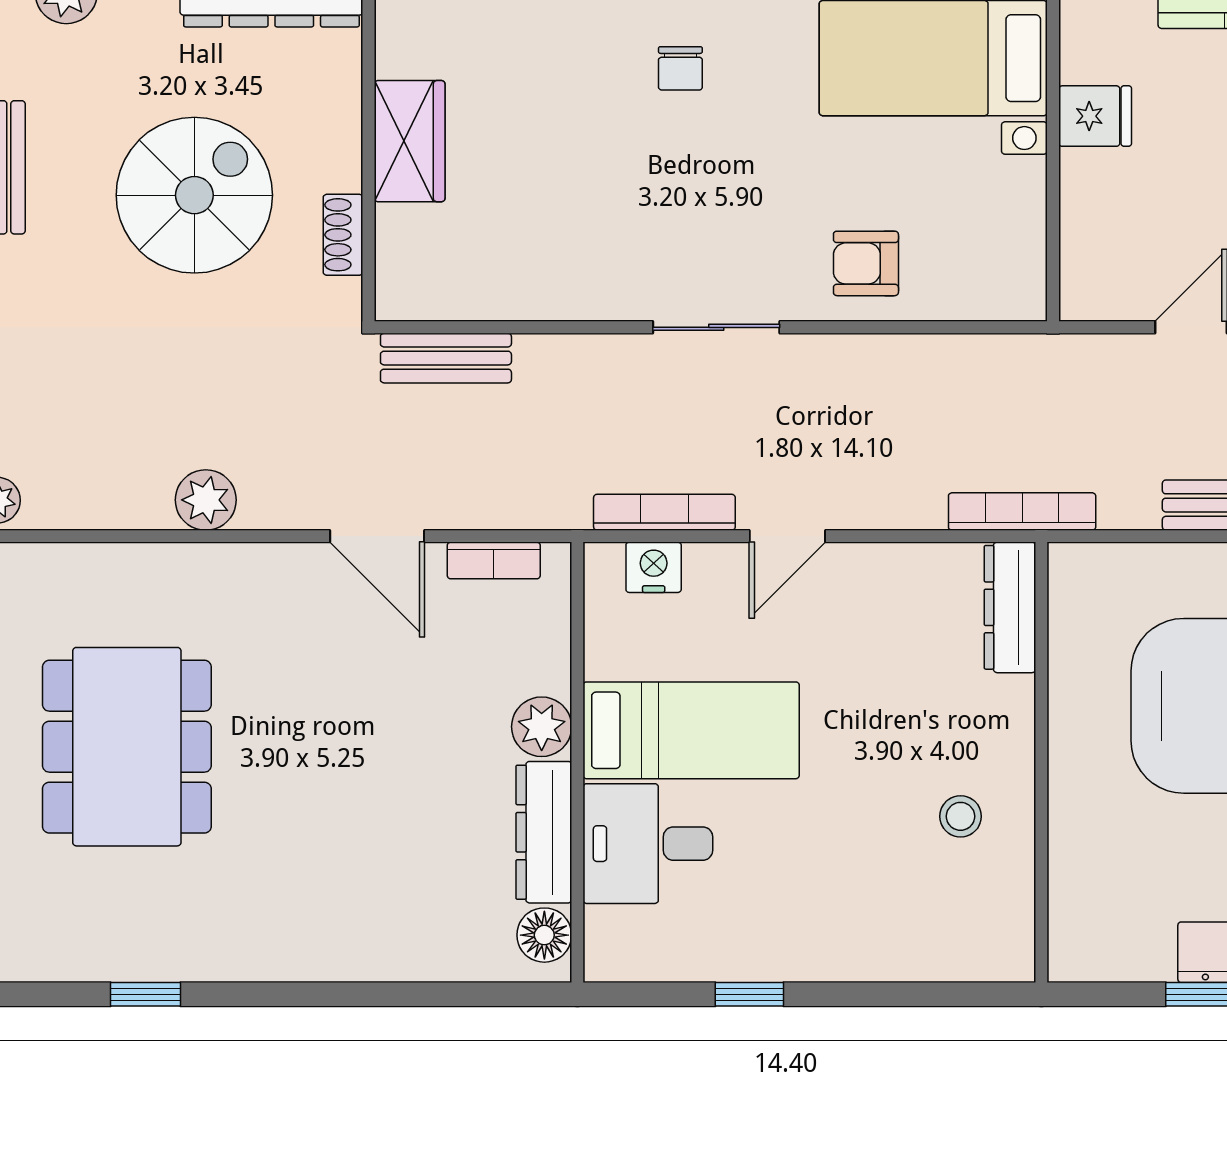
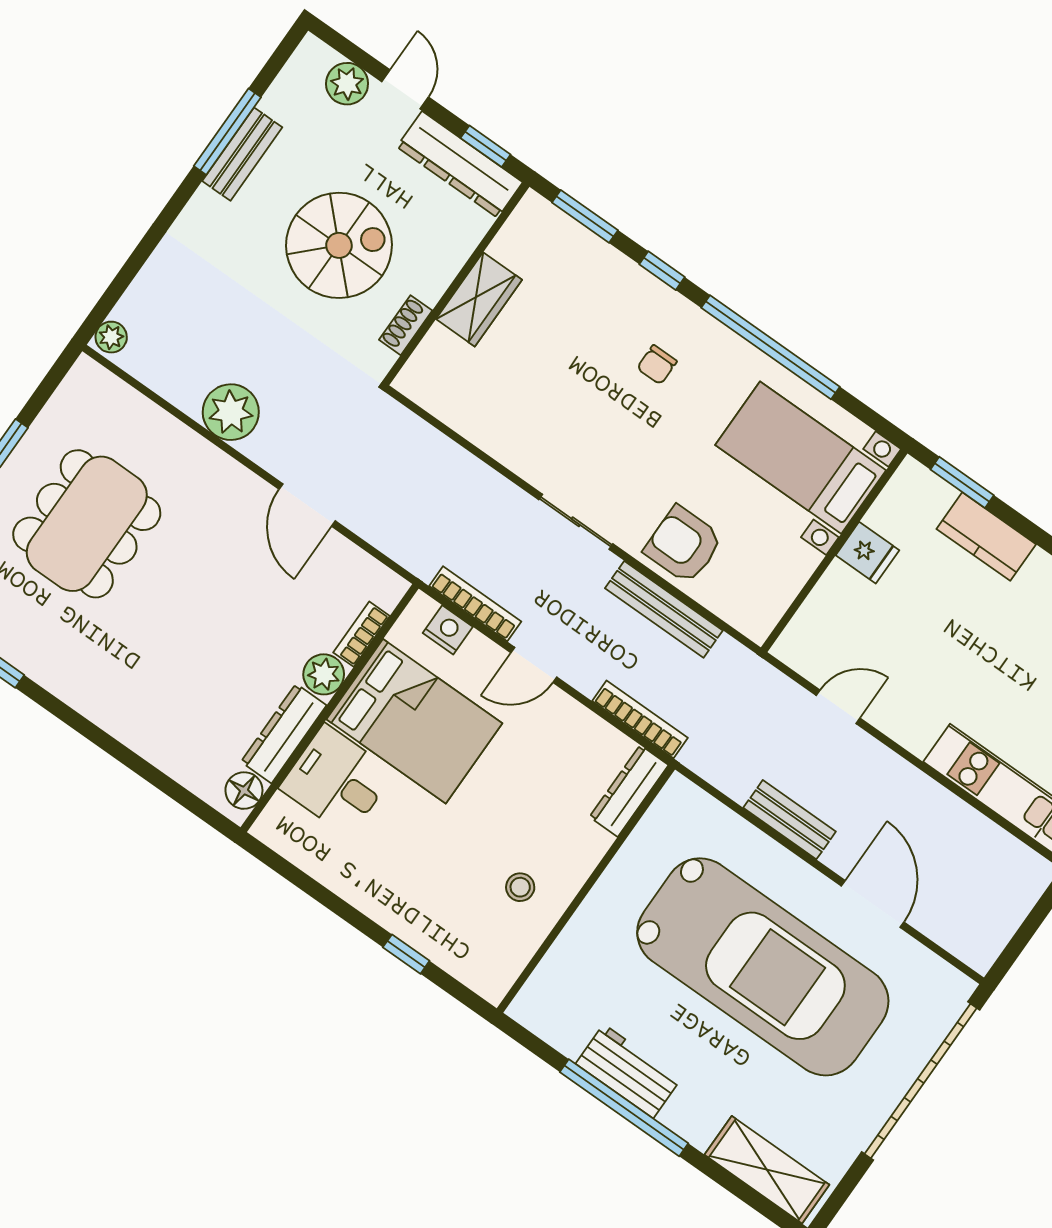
armchair: (866, 263) -> (683, 545), width x1.38, depth x1.38
bench: (446, 358) -> (664, 609), moved, width x1.36
plant: (206, 500) -> (231, 412), width x1.36, depth x1.36
bookcase: (1022, 511) -> (640, 719), moved
bookcase: (494, 560) -> (361, 634), moved, turned 90
bed: (691, 730) -> (414, 721), width x1.50
window: (749, 994) -> (406, 954), moved

